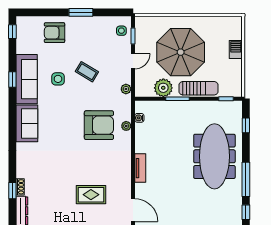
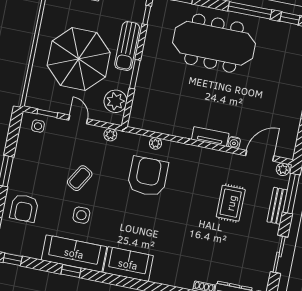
plant: (163, 88) -> (115, 101), moved
sun lounger: (198, 88) -> (127, 46), turned 180
water cooler: (139, 118) -> (234, 143), moved

